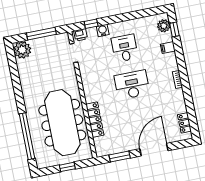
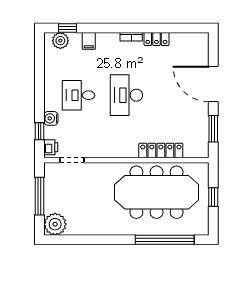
locker: (184, 123) -> (156, 39), moved

